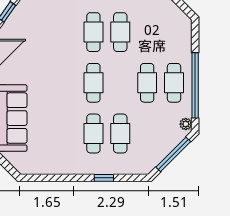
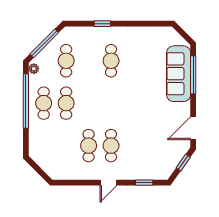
cafe table: (93, 83) -> (111, 103), removed
cafe table: (120, 134) -> (66, 61), moved

